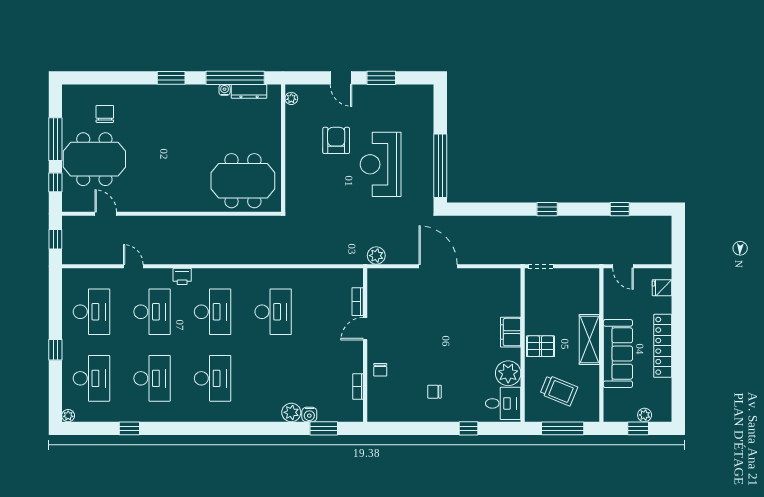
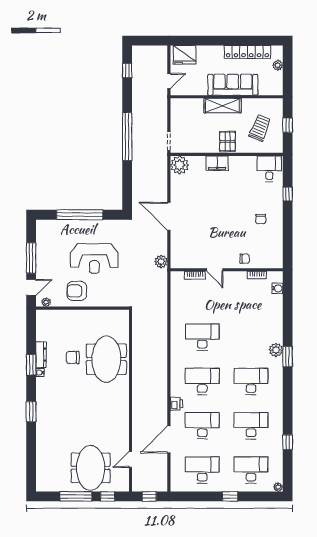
window: (235, 78) -> (31, 365), width x0.47
window: (381, 78) -> (31, 258), width x1.44
plant: (291, 98) -> (46, 302), moved
chair: (105, 114) -> (73, 357), moved
wall: (283, 148) -> (82, 308), moved
window: (440, 166) -> (80, 215), moved
window: (547, 209) -> (127, 136), width x3.17
window: (620, 209) -> (127, 71), moved
door: (133, 266) -> (169, 439), width x1.87
door: (438, 266) -> (169, 216), hinge flipped
fridge: (662, 288) -> (185, 55), width x1.88, depth x1.34
locker: (663, 346) -> (247, 52), moved
plant: (508, 373) -> (180, 165), moved
plant: (291, 412) -> (276, 350), moved
water cooler: (309, 415) -> (277, 288), moved
window: (324, 428) -> (288, 357), moved
window: (563, 428) -> (288, 125), width x0.46
window: (638, 428) -> (288, 70), removed

